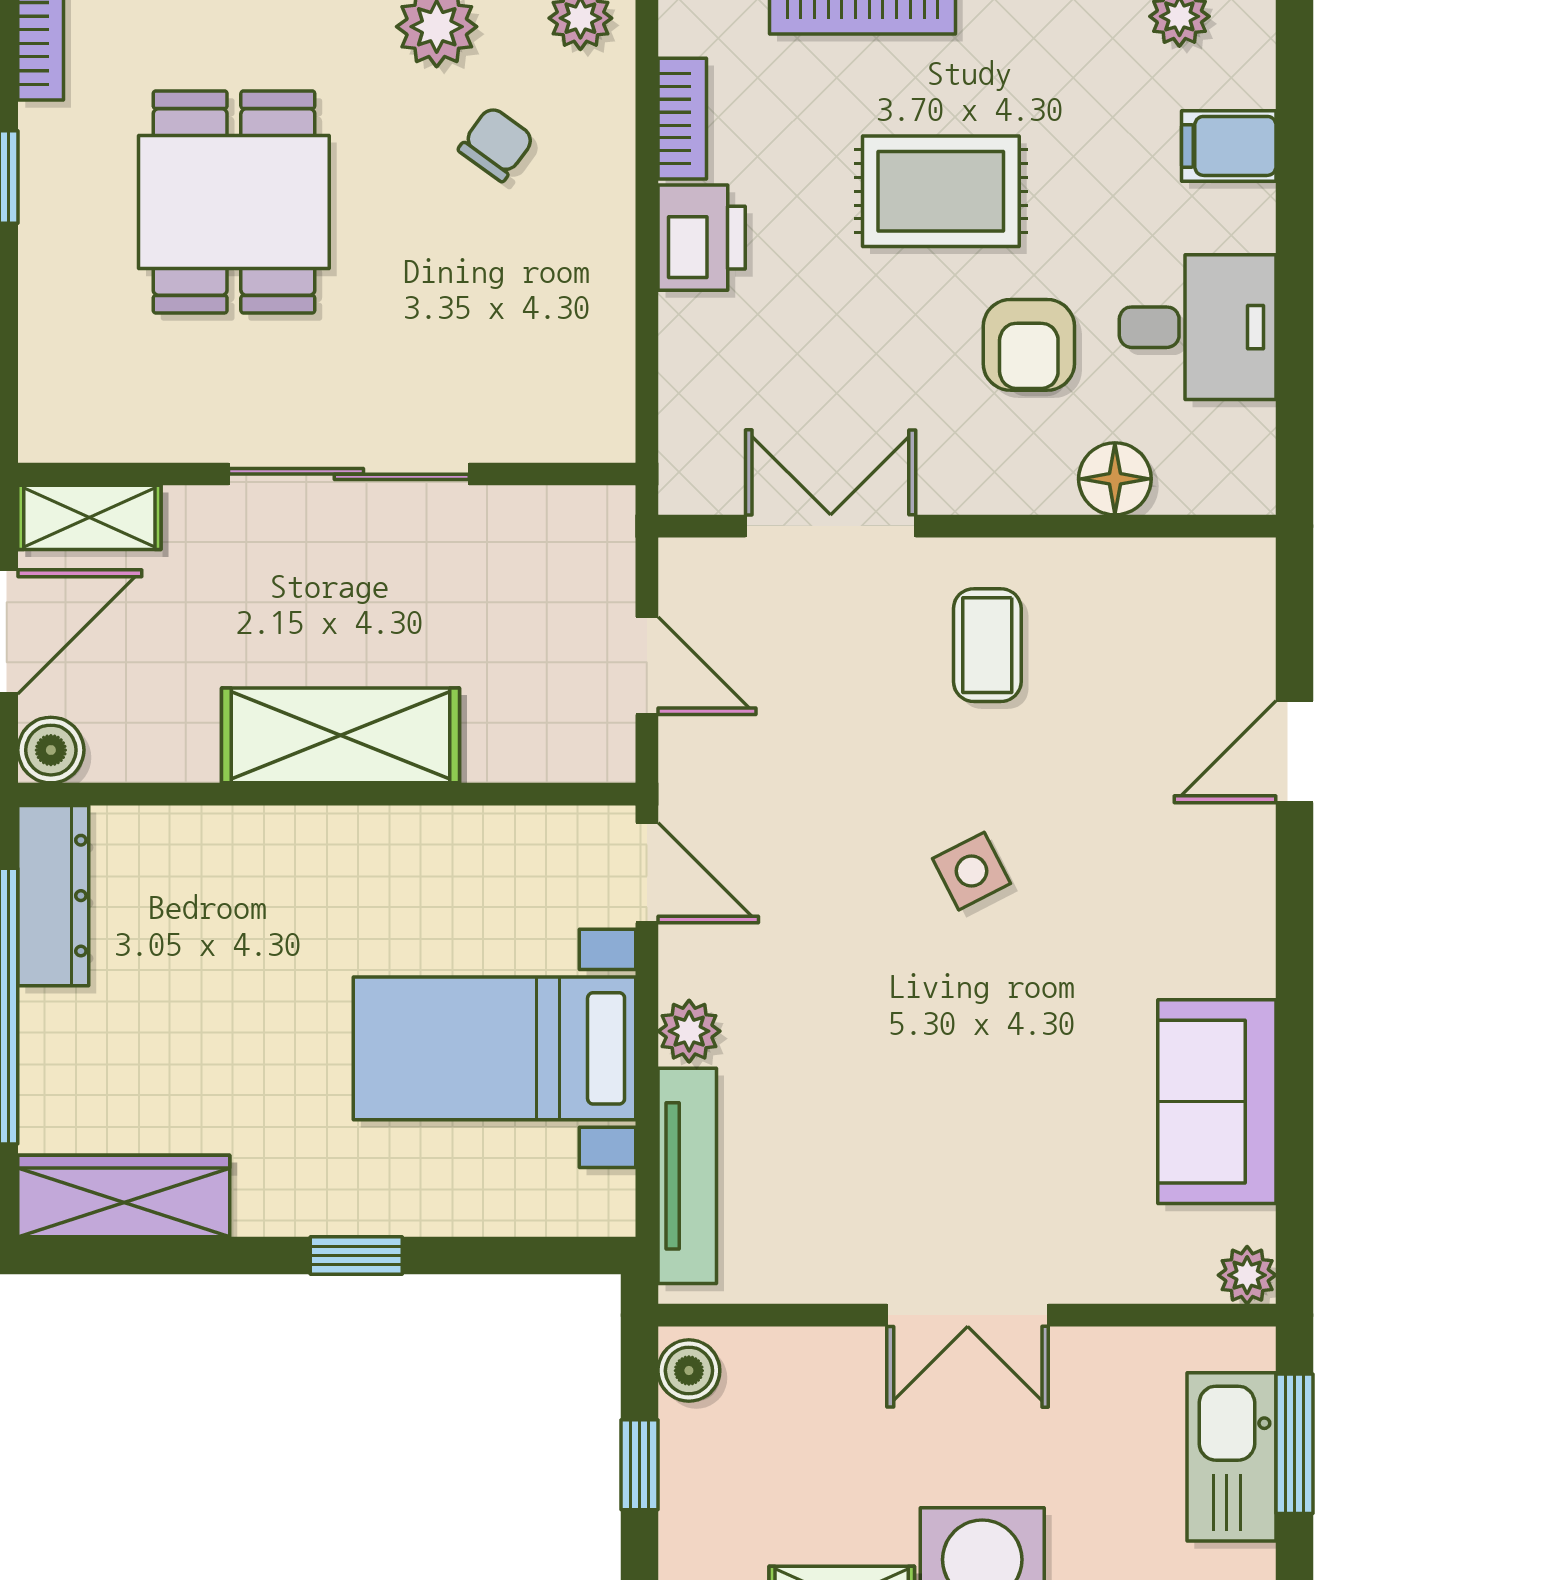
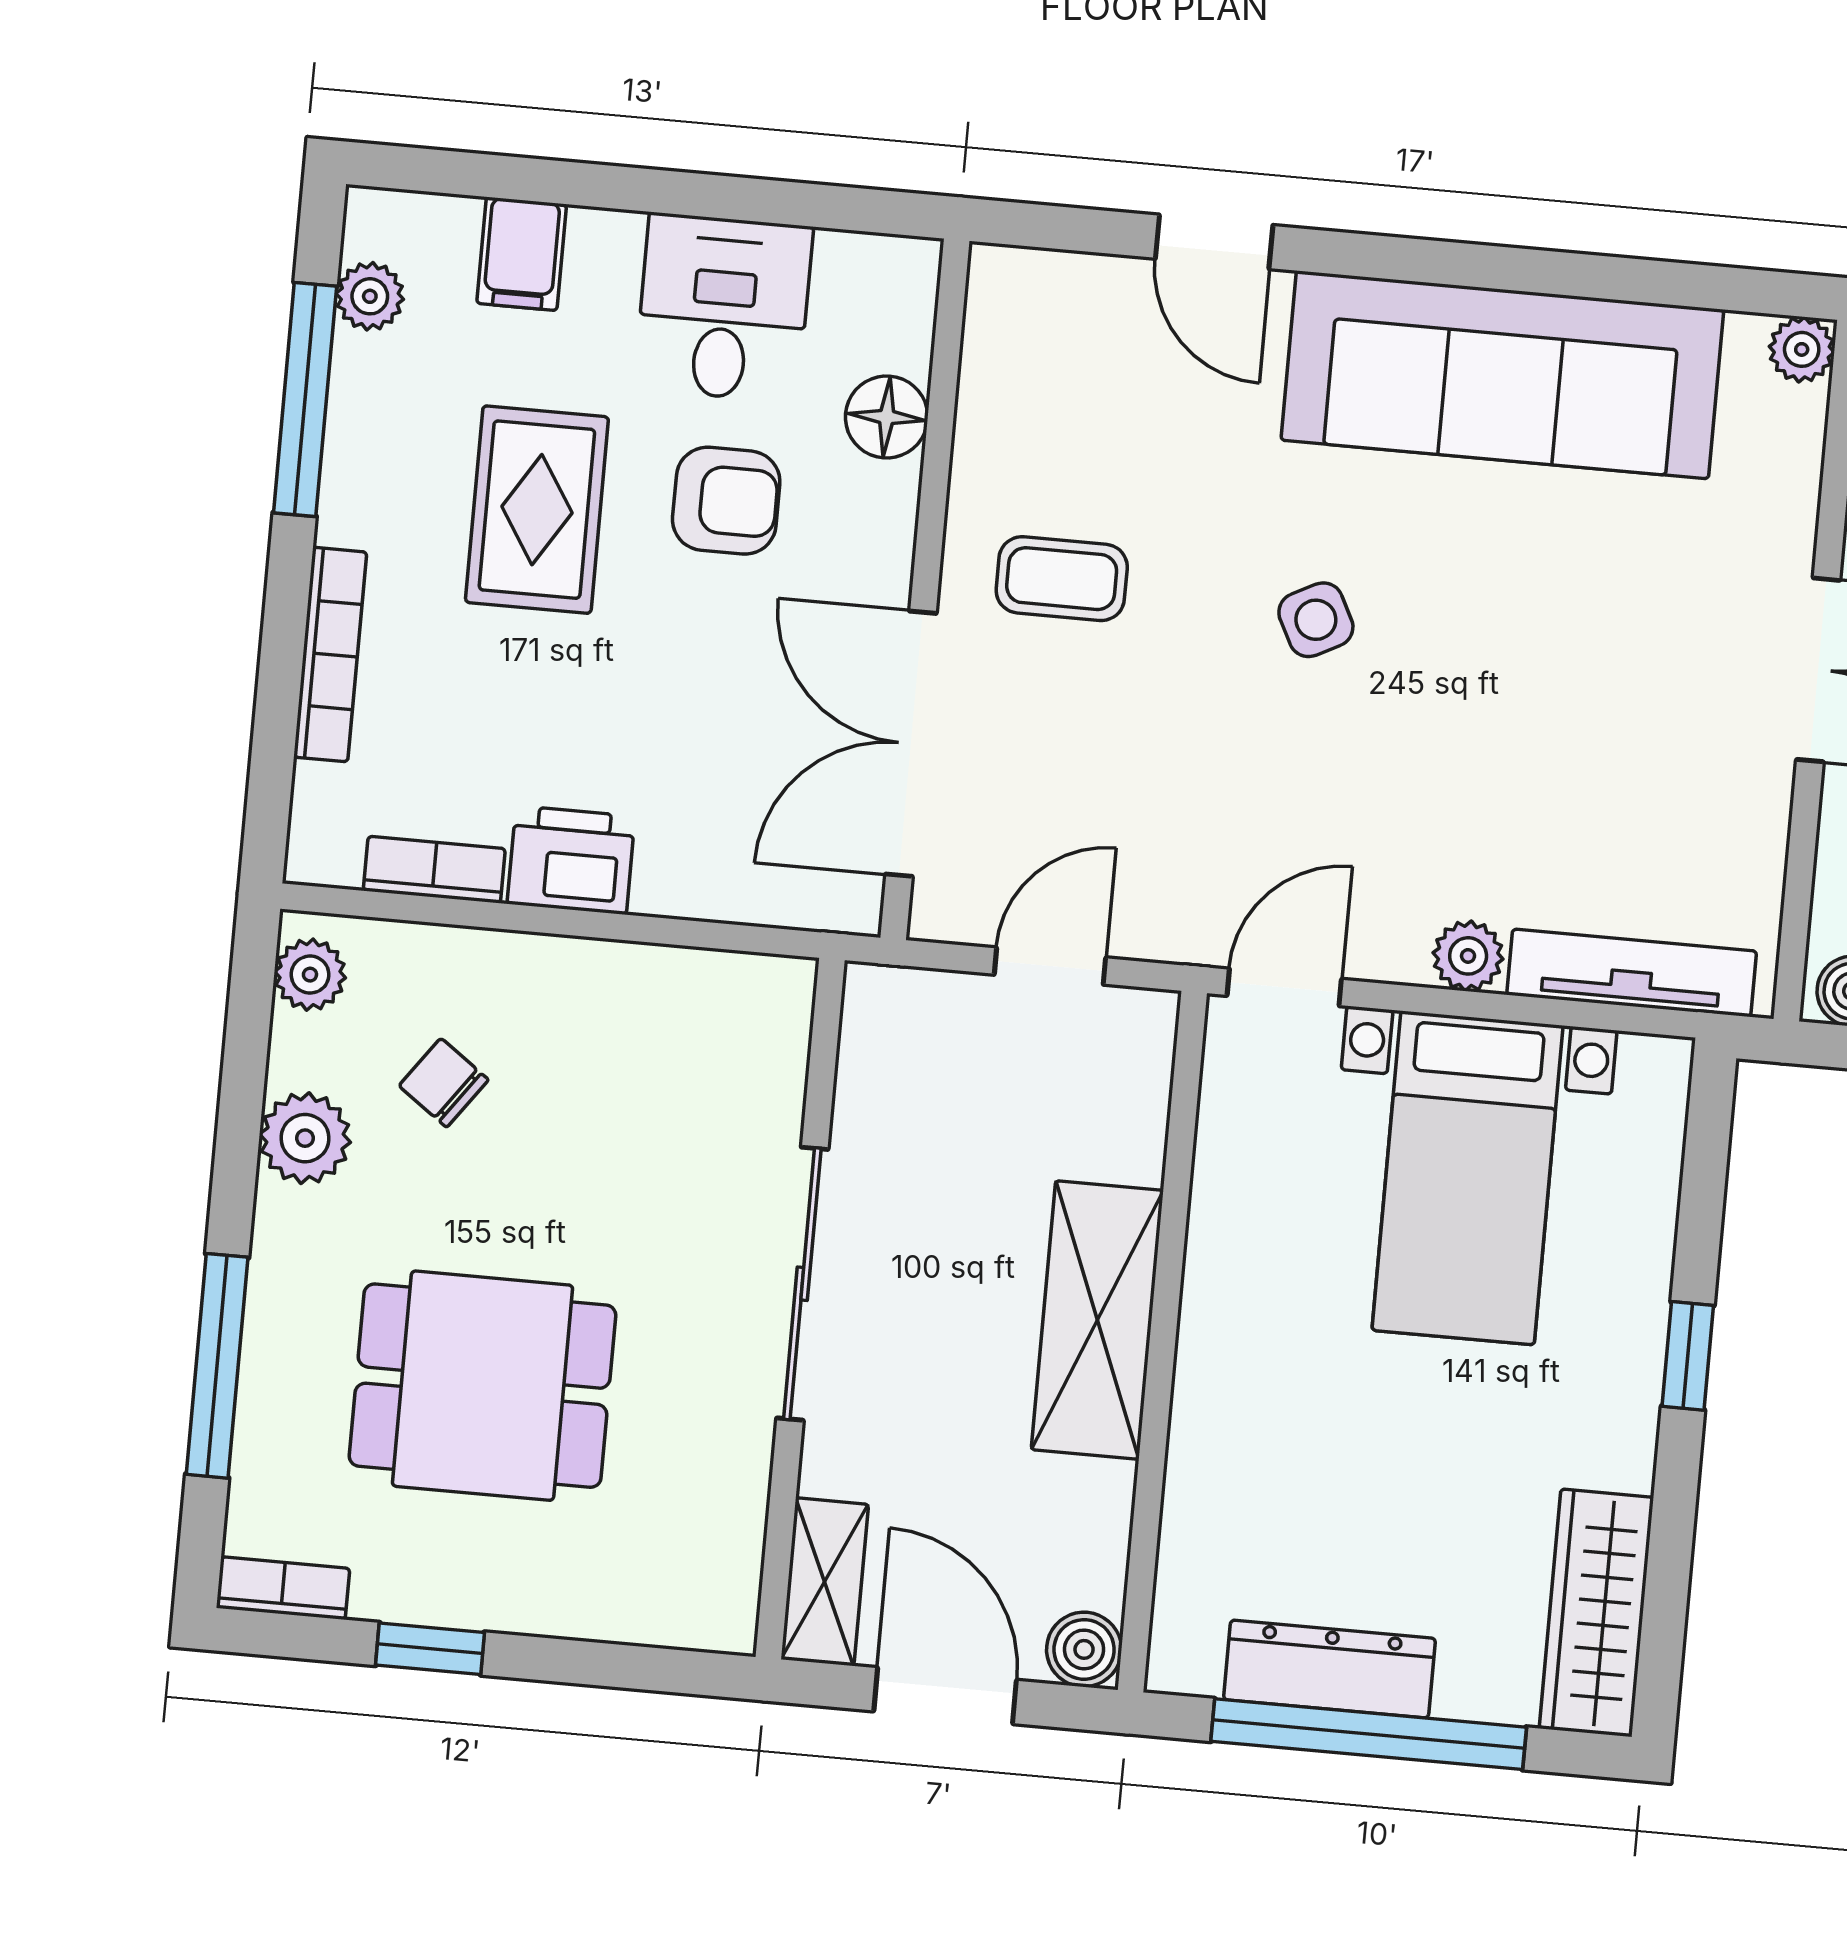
rug: (941, 191) -> (537, 510), moved
double door: (831, 526) -> (911, 744), width x1.37
dresser: (53, 896) -> (1330, 1669), moved
sofa: (1217, 1102) -> (1502, 375), width x1.85, depth x1.27

